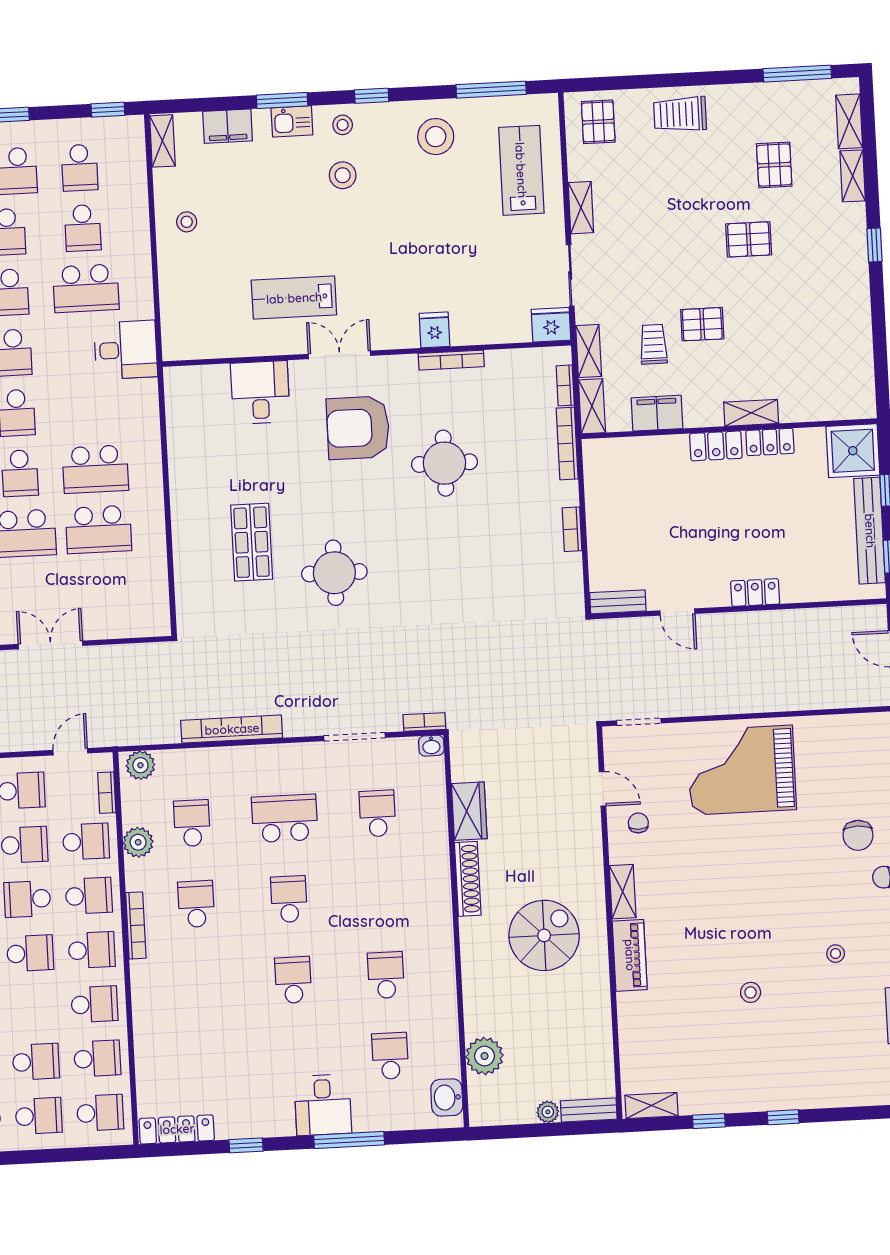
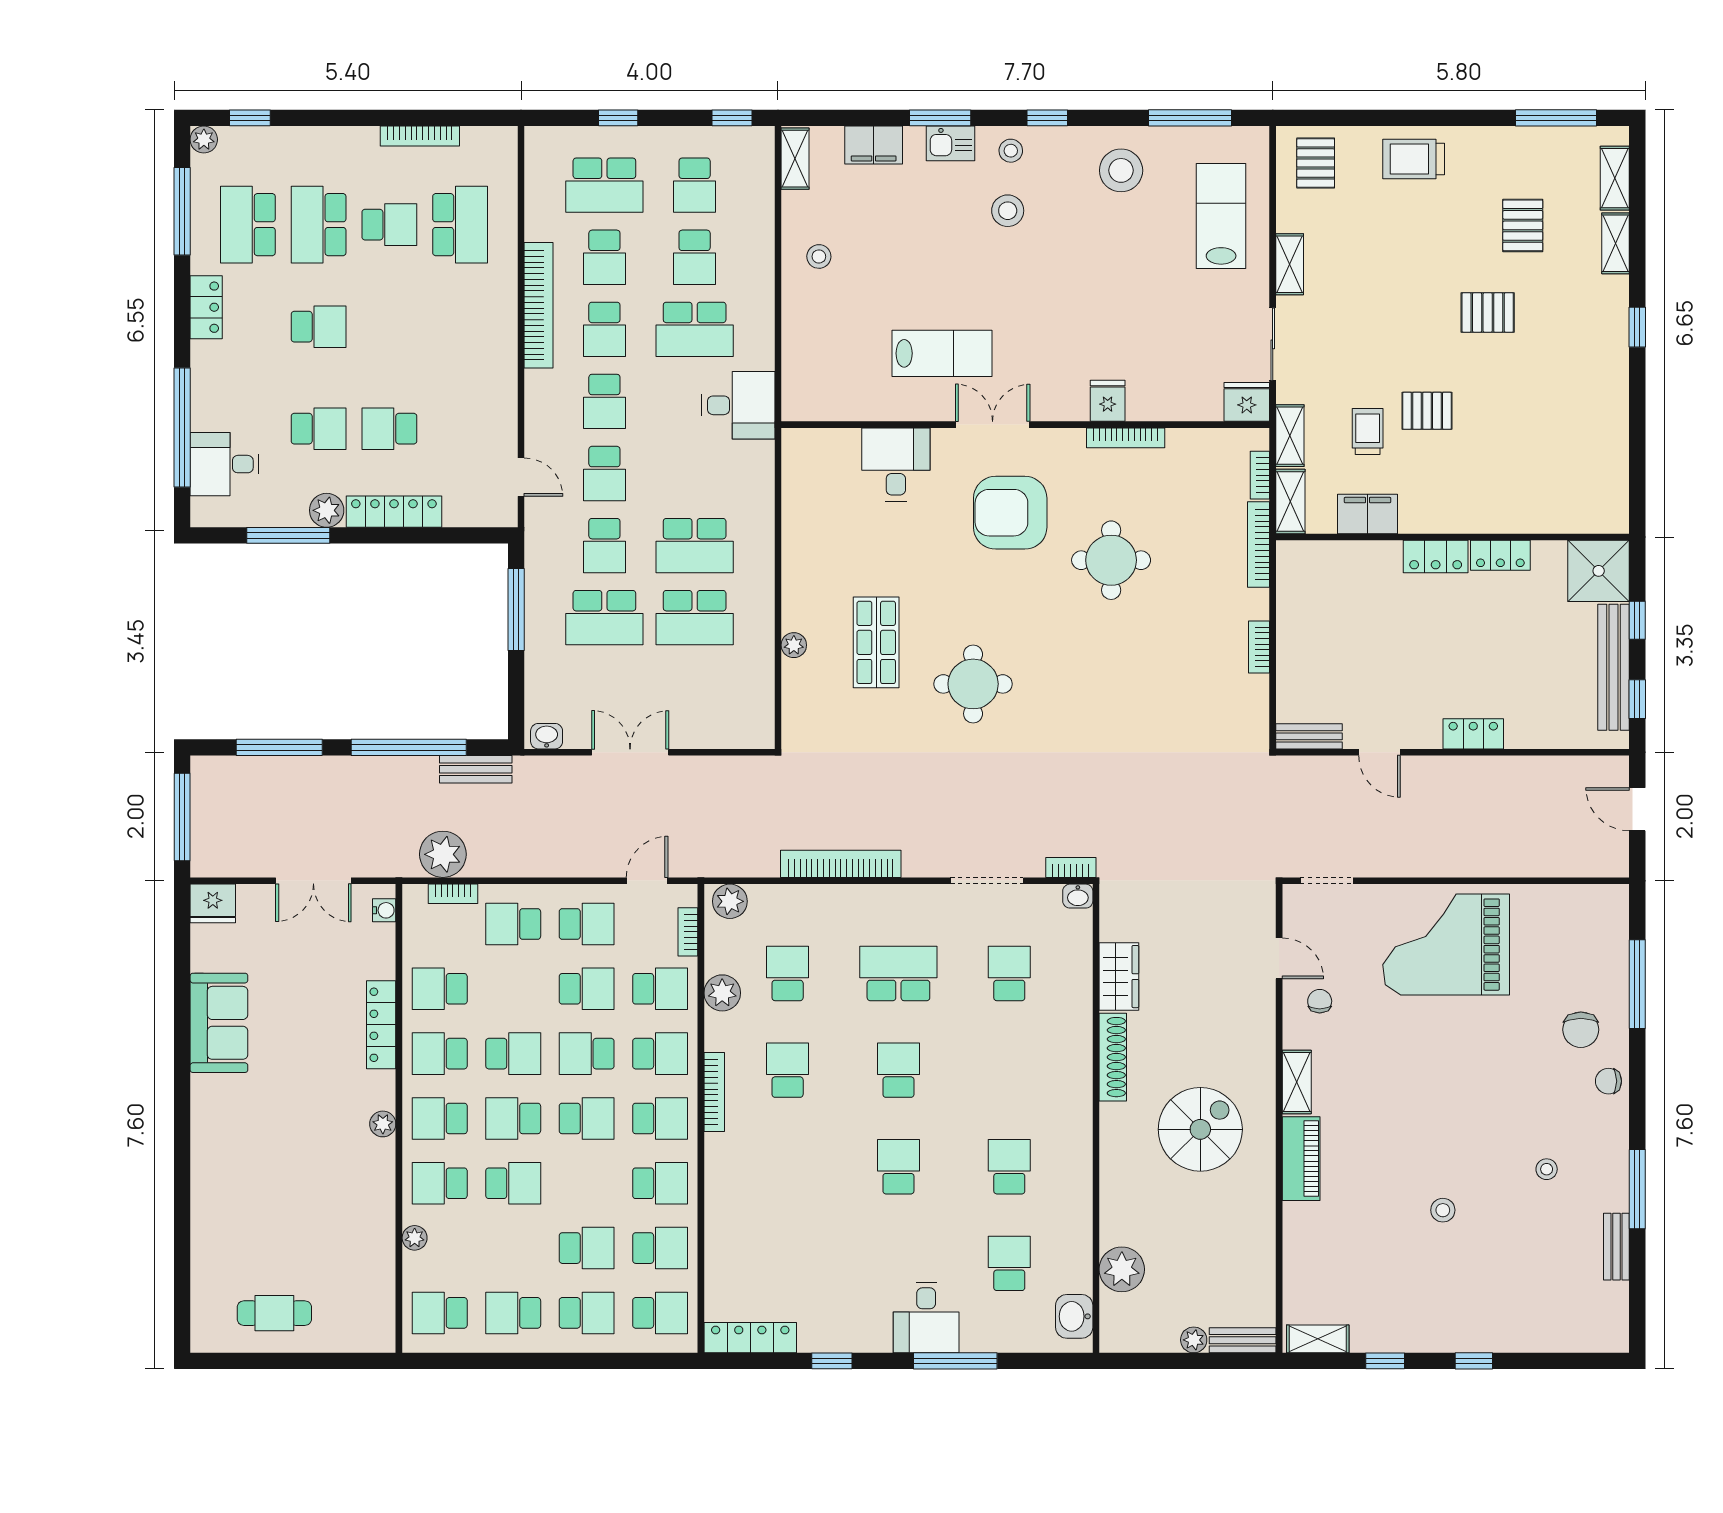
lab bench: (294, 298) -> (942, 353), turned 180
shelving: (751, 413) -> (1480, 519), removed
plant: (183, 548) -> (794, 645), added

